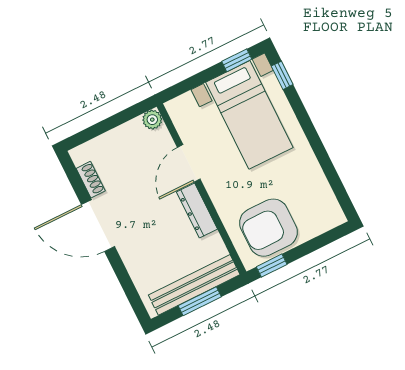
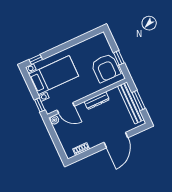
window: (237, 60) -> (40, 105), moved
door: (189, 163) -> (66, 108), moved
door: (98, 226) -> (116, 140), moved
window: (272, 266) -> (119, 58), moved

